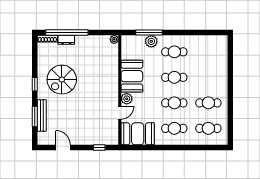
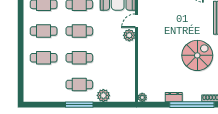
window: (149, 33) -> (79, 105), moved
dresser: (66, 40) -> (174, 97), moved
booth: (132, 76) -> (124, 59), removed
cafe table: (208, 77) -> (44, 58), added

